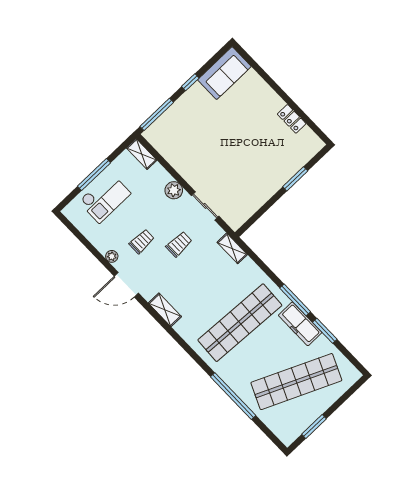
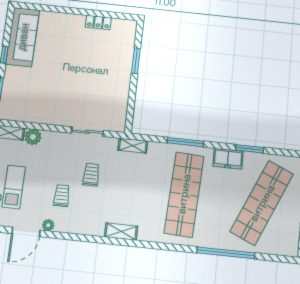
sofa: (224, 73) -> (23, 37), width x1.36
plant: (174, 190) -> (33, 137), moved
door: (126, 285) -> (26, 232), moved
window: (295, 300) -> (185, 142), moved
freezer: (300, 324) -> (228, 159), width x0.71

